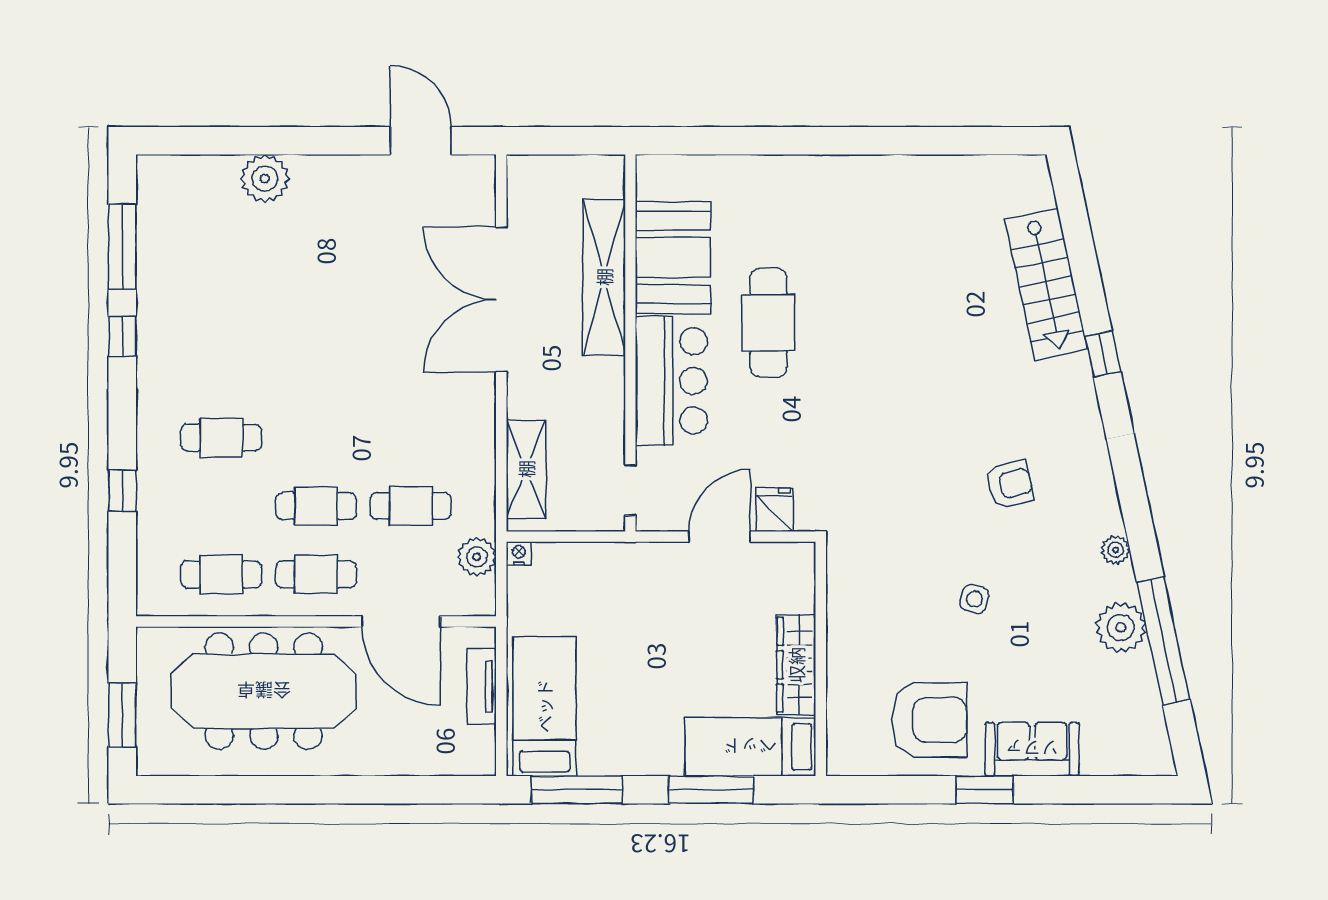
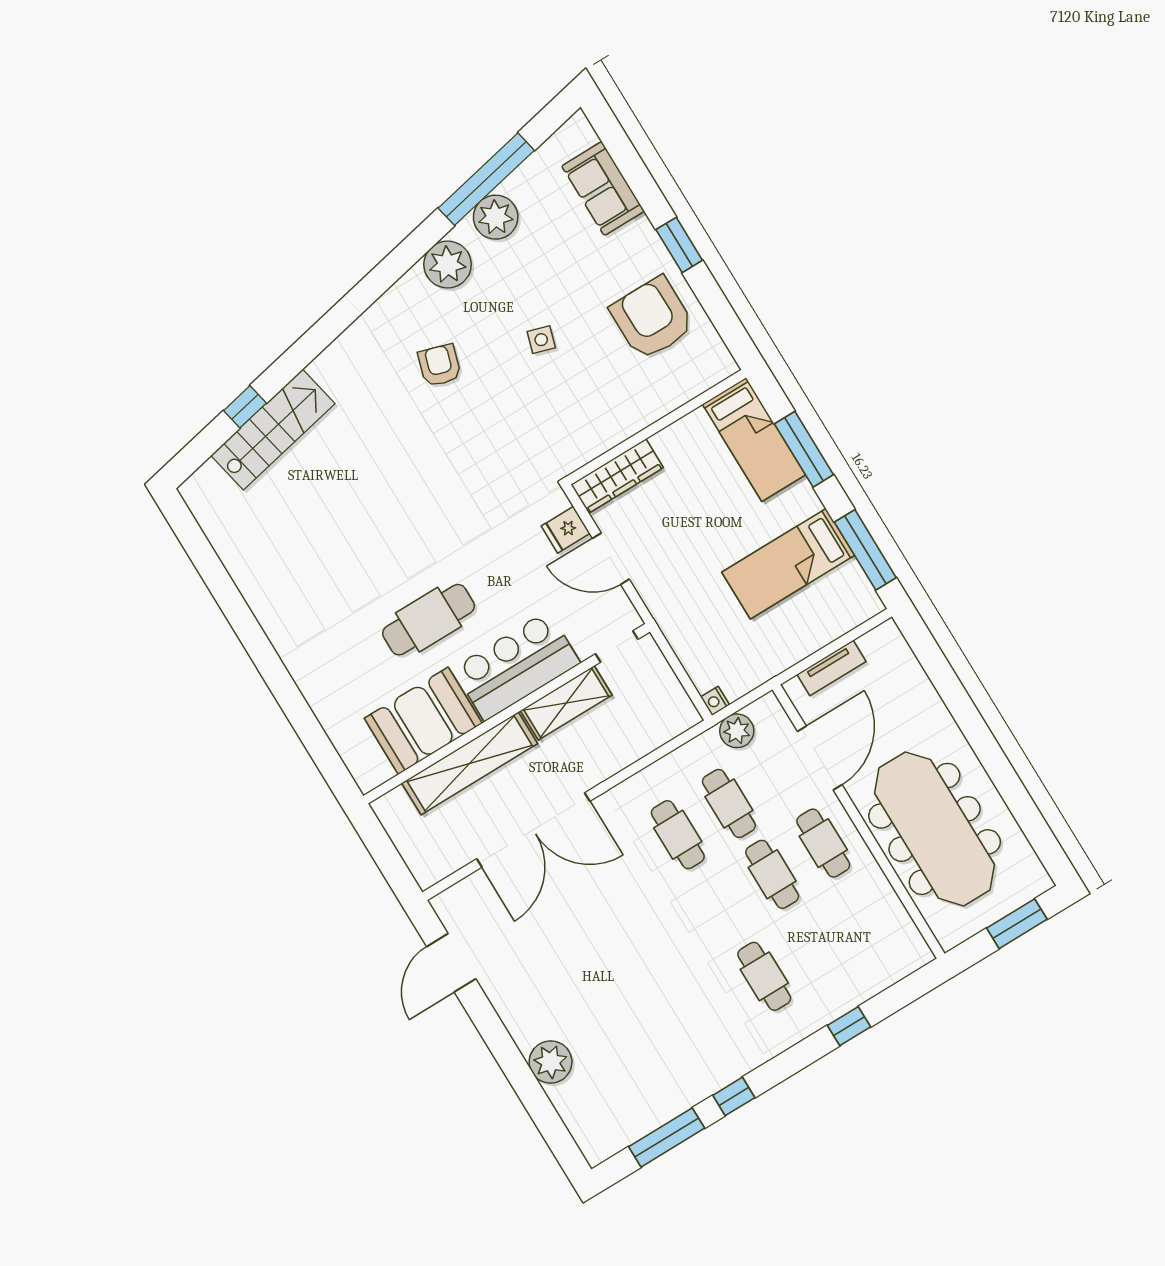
window: (1103, 354) -> (245, 407), moved
shelving: (526, 469) -> (566, 703), moved
armchair: (1010, 485) -> (440, 365), turned 31
plant: (1116, 550) -> (448, 264), width x1.87, depth x1.87
cafe table: (221, 574) -> (678, 835), moved
wardrobe: (796, 665) -> (617, 476), moved
bed: (544, 706) -> (788, 564), moved
sofa: (1032, 749) -> (603, 189), moved

